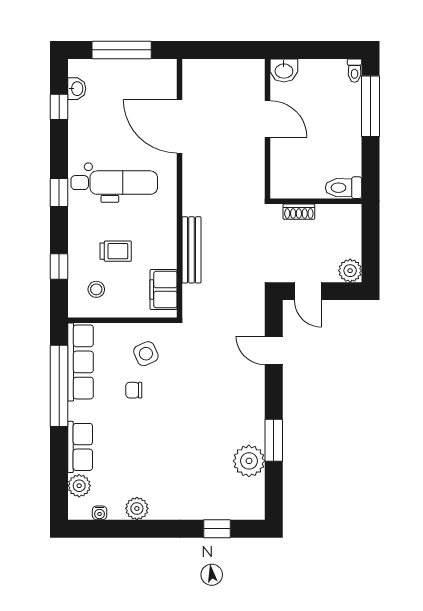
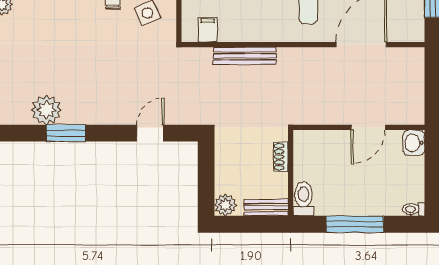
window: (371, 106) -> (355, 224), moved
bench: (353, 227) -> (266, 208), added
filing cabinet: (164, 290) -> (208, 30), width x0.50
door: (308, 291) -> (206, 165), removed

